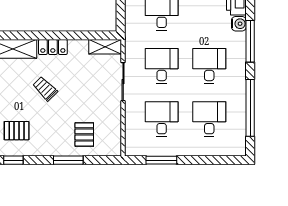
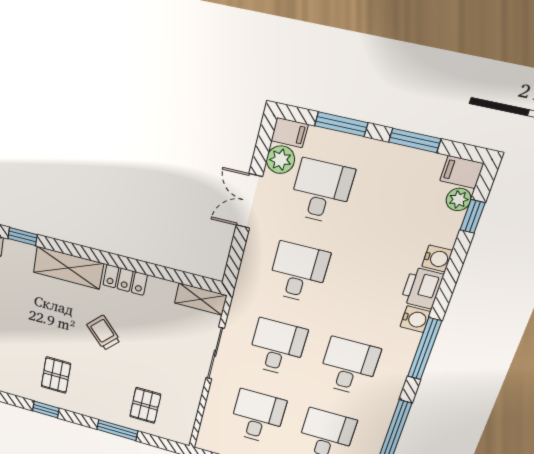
pallet: (17, 131) -> (56, 375), turned 90

